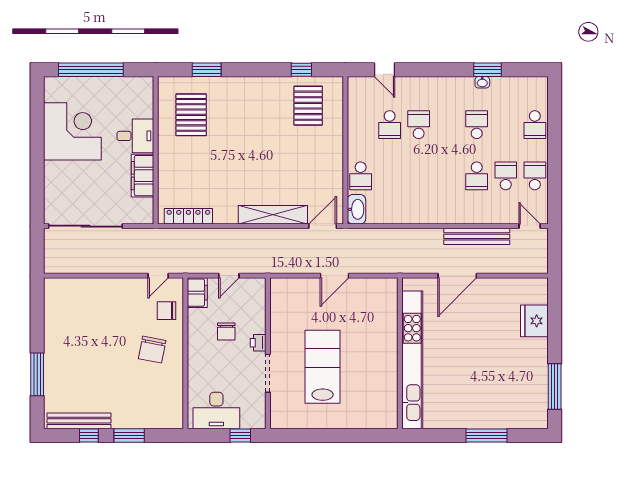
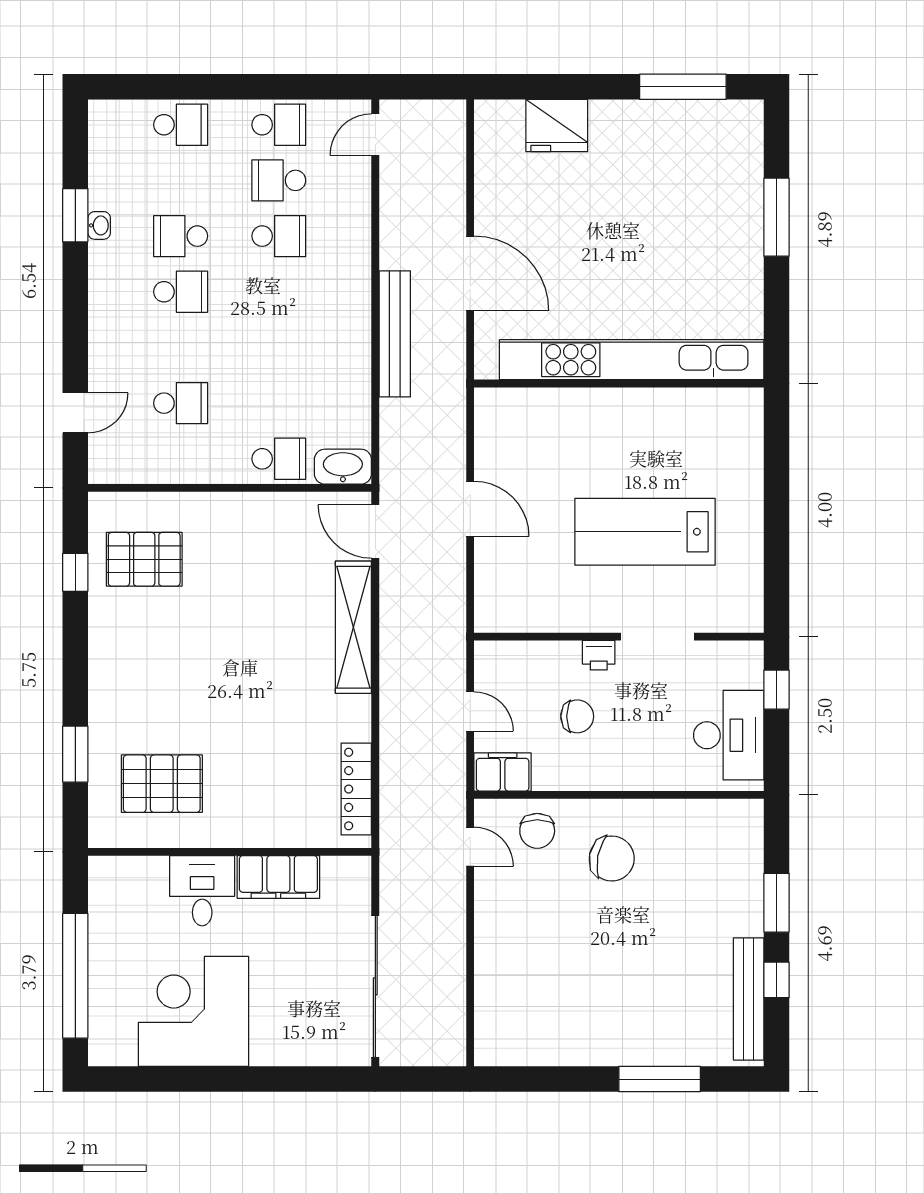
school desk: (419, 125) -> (181, 292), moved, turned 180
school desk: (535, 176) -> (279, 125), turned 180
bench: (477, 236) -> (395, 334), moved

